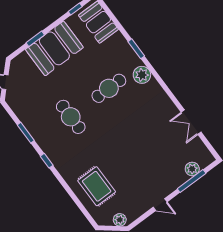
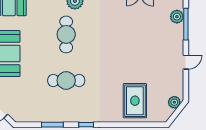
rug: (97, 186) -> (135, 101), turned 90

